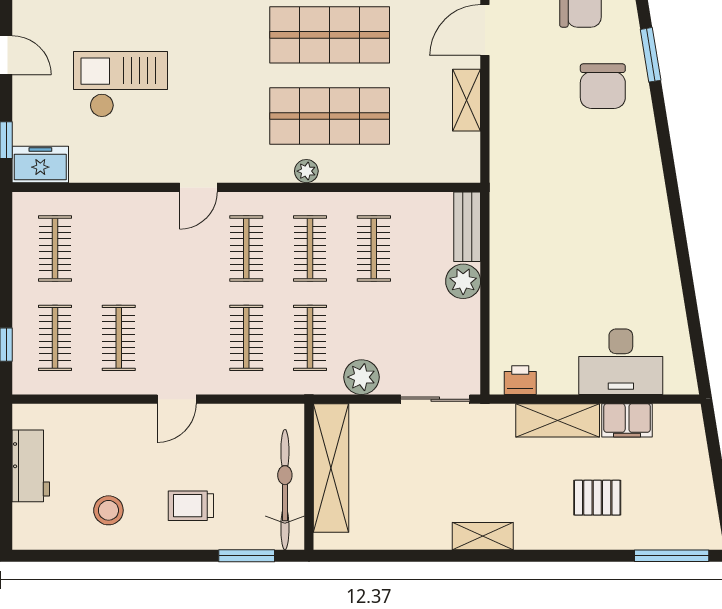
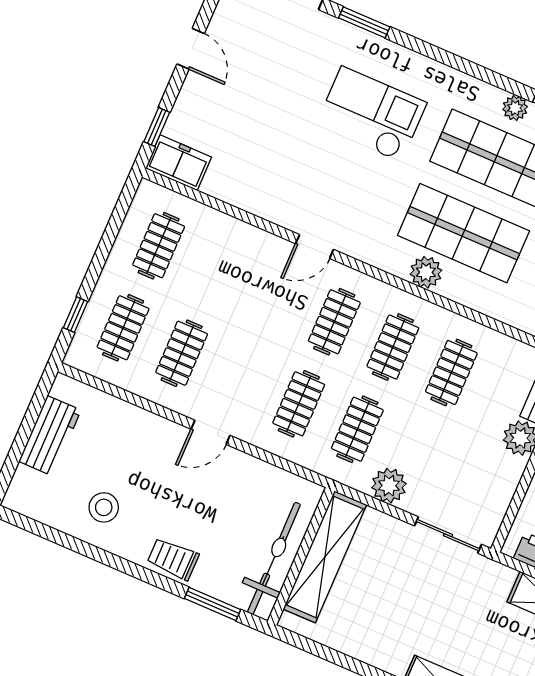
checkout: (121, 84) -> (371, 114), moved
plant: (306, 171) -> (426, 272), width x1.38, depth x1.38
trolley: (191, 506) -> (173, 559), moved

